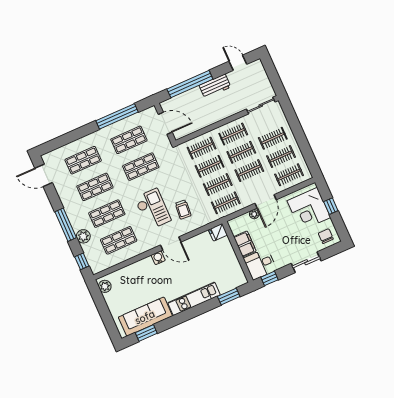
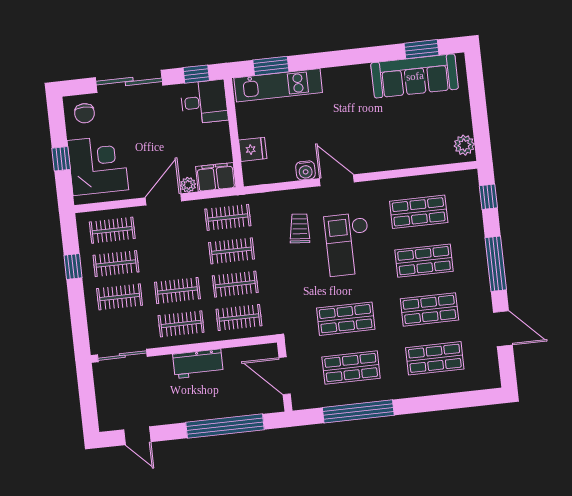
workbench: (215, 86) -> (198, 364), moved, turned 180
window: (305, 147) -> (73, 266), added
clothes rail: (249, 171) -> (174, 257), removed
door: (44, 175) -> (503, 329), moved
fridge: (218, 232) -> (253, 149), moved
plant: (83, 236) -> (473, 236), removed
filing cabinet: (245, 244) -> (216, 177), moved, turned 90
water cooler: (158, 258) -> (305, 170), moved
sliding door: (306, 262) -> (129, 81), width x1.37
kitchen unit: (194, 299) -> (278, 85), moved

